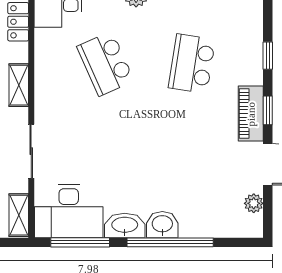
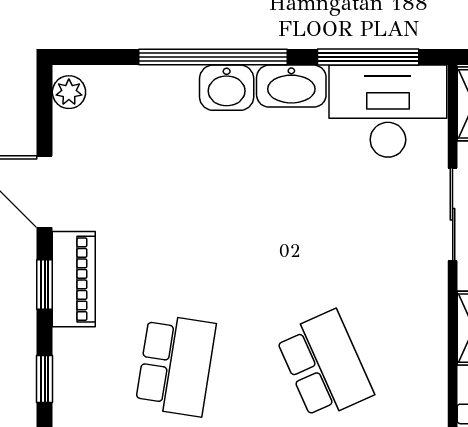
plant: (254, 203) -> (69, 92), moved

